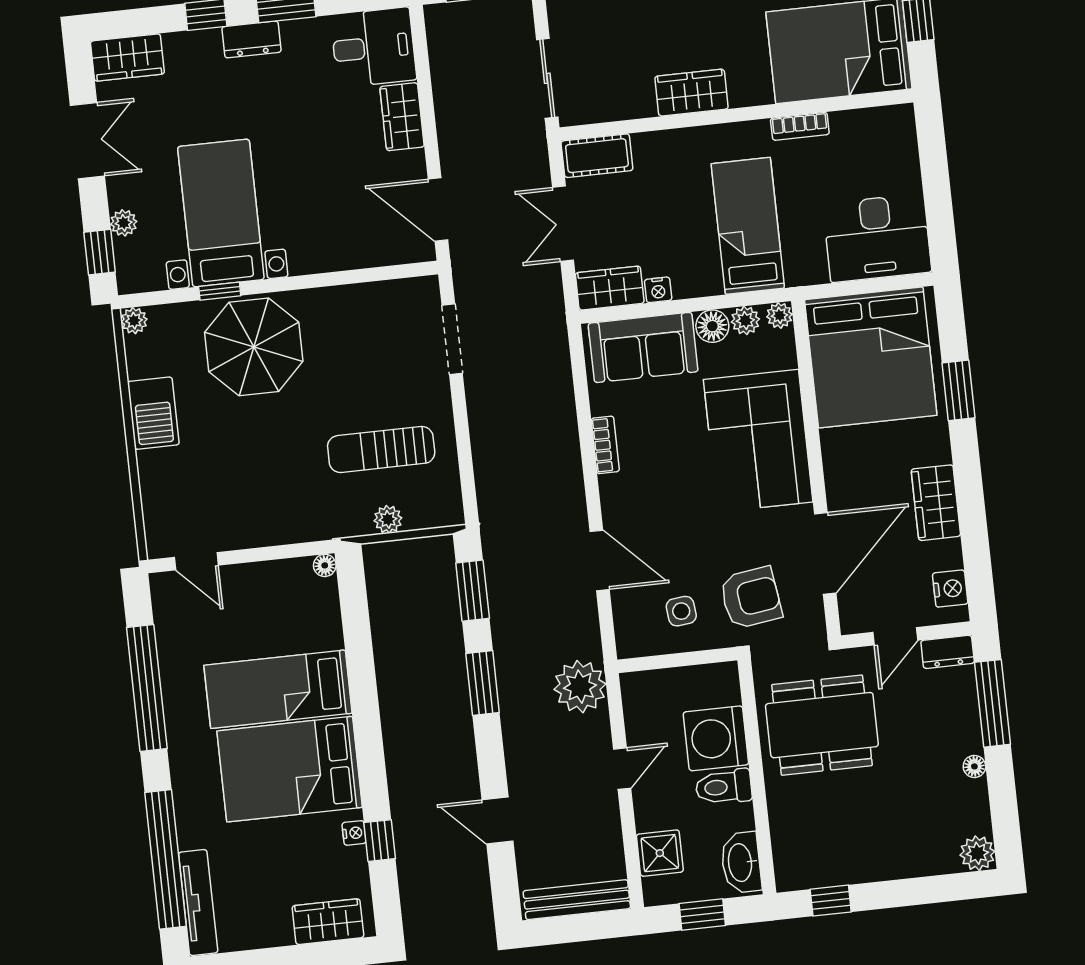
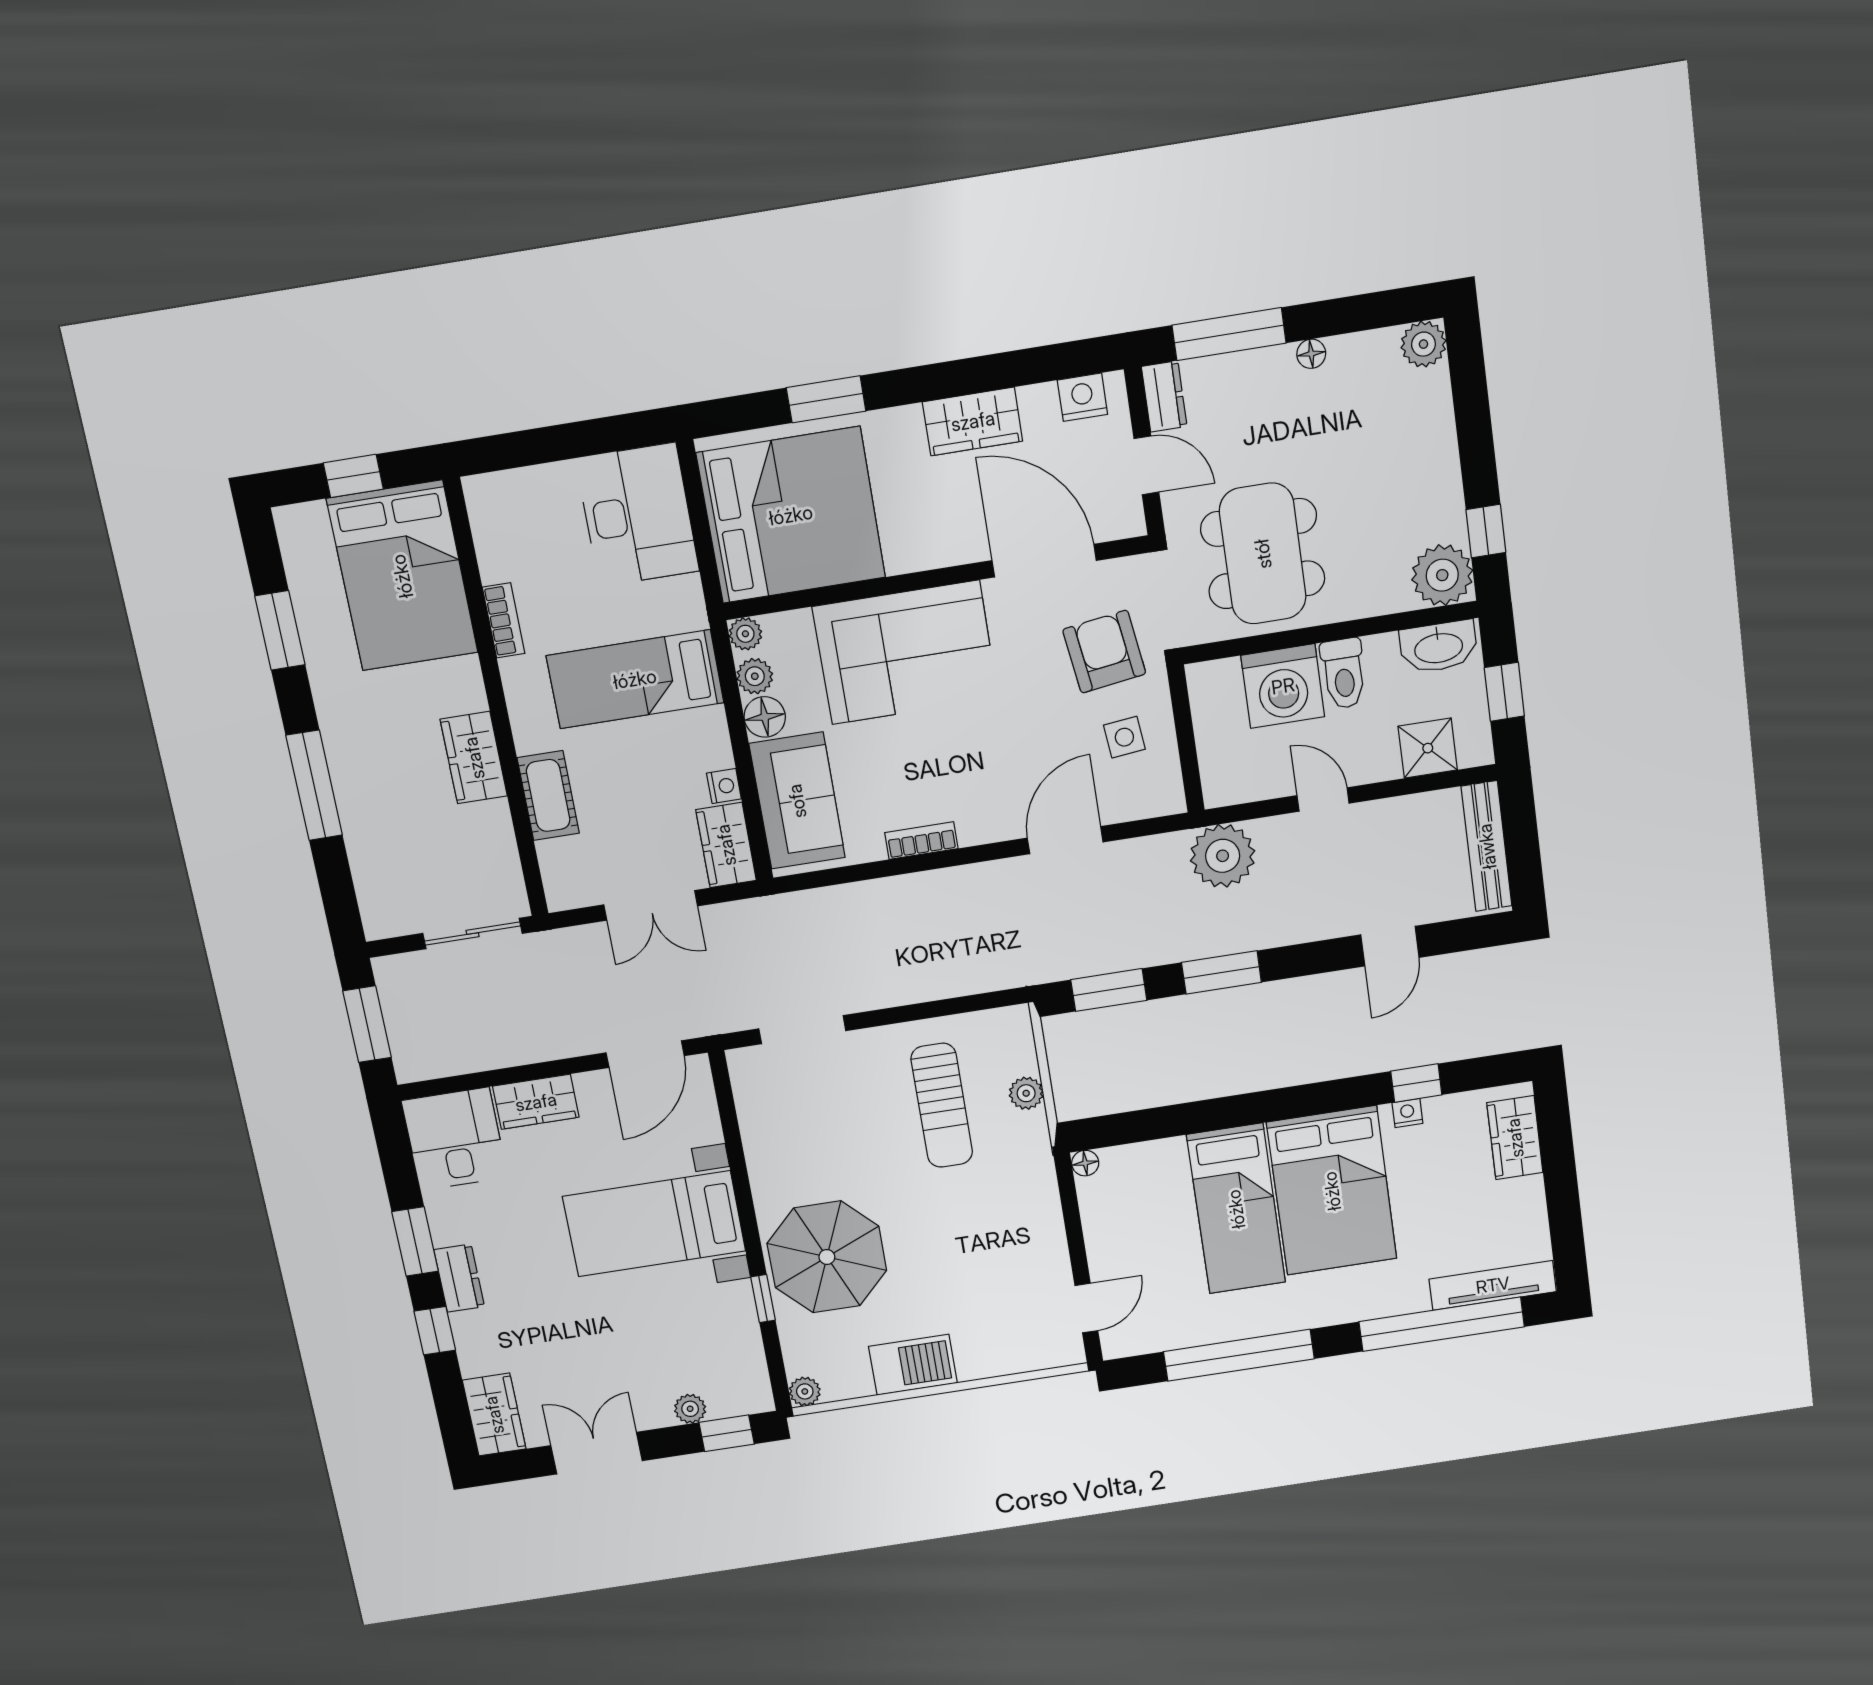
cot: (597, 156) -> (548, 795), moved
bed with nightstands: (221, 213) -> (654, 1224), moved
plant: (798, 866) -> (1442, 575), added

